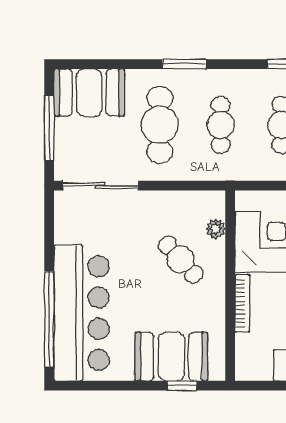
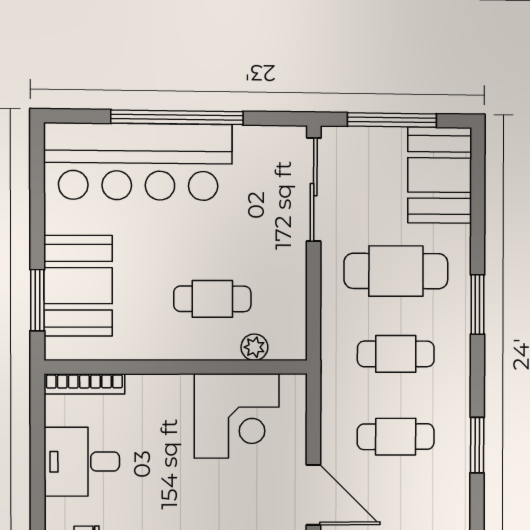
cafe table: (181, 260) -> (212, 299), turned 42
bookcase: (242, 303) -> (84, 384), moved
window: (49, 319) -> (177, 117), moved
window: (182, 386) -> (37, 300), width x1.50

